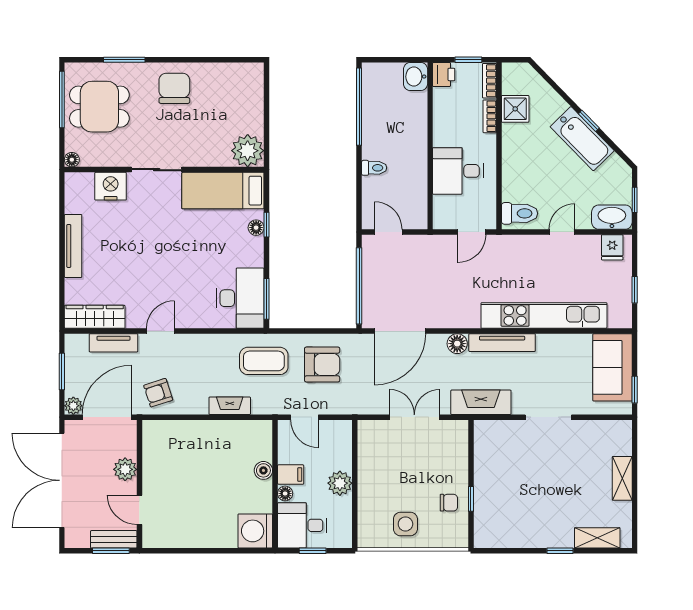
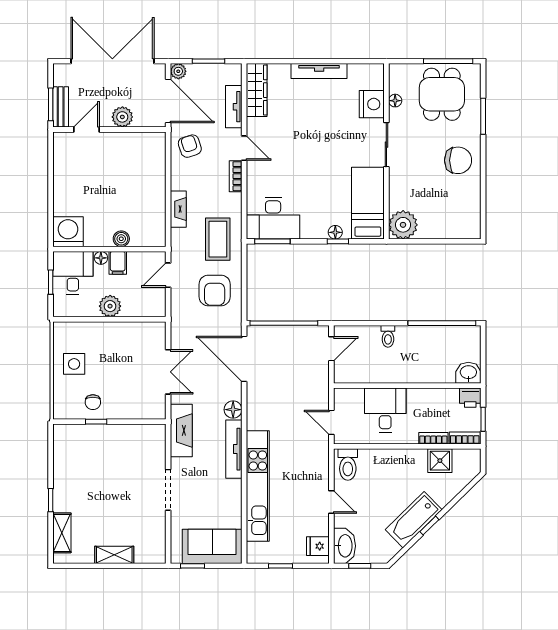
floor lamp: (72, 160) -> (395, 101), moved
bookcase: (192, 341) -> (236, 176), added

